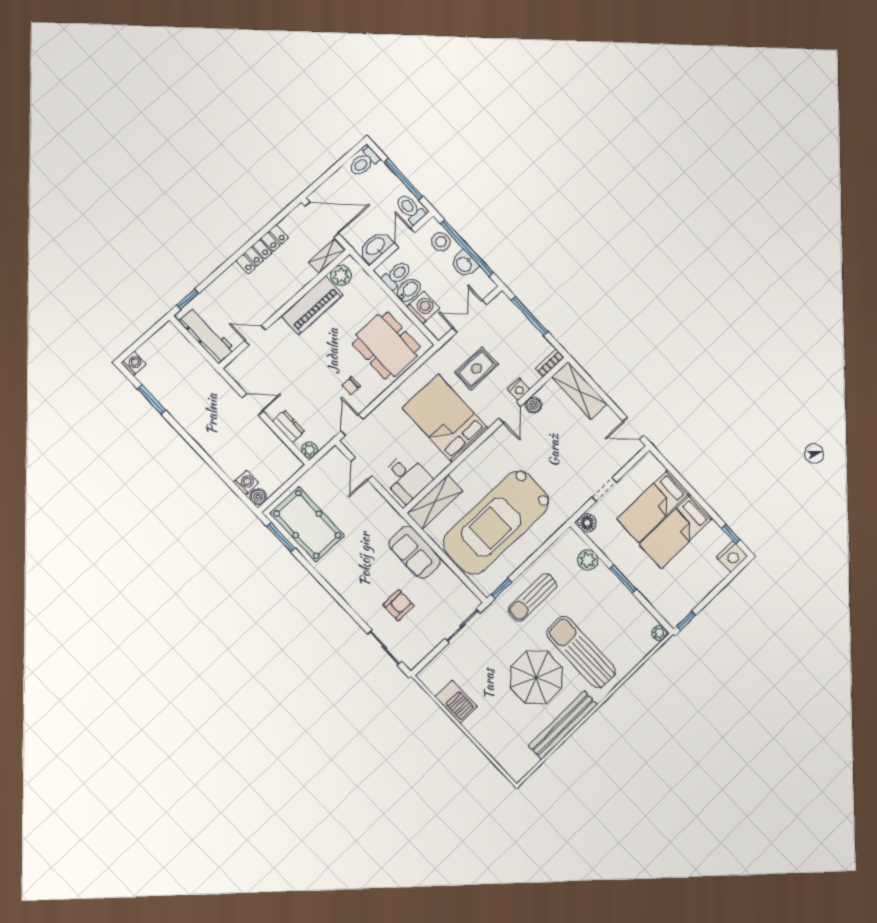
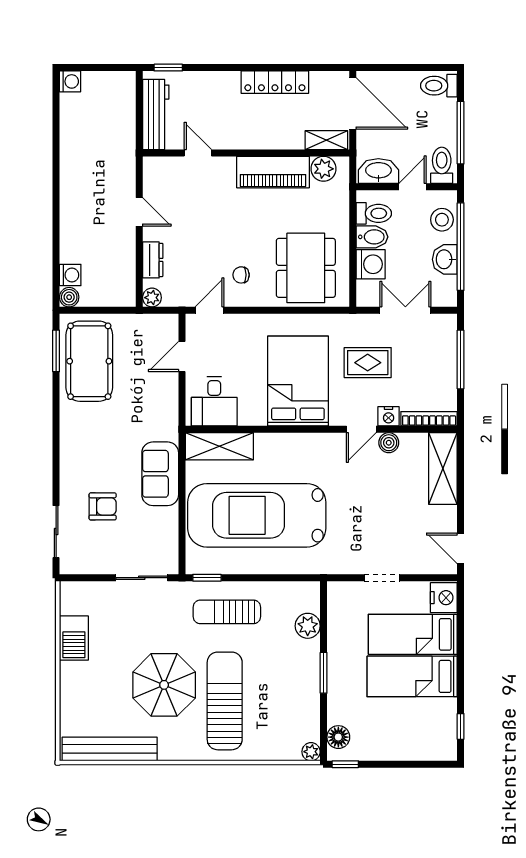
bookcase: (550, 363) -> (429, 419), width x1.56
window: (152, 400) -> (56, 127), removed
floor lamp: (587, 523) -> (338, 737), moved
nightstand: (732, 557) -> (444, 598), moved, turned -90
bench: (563, 725) -> (110, 749), moved

